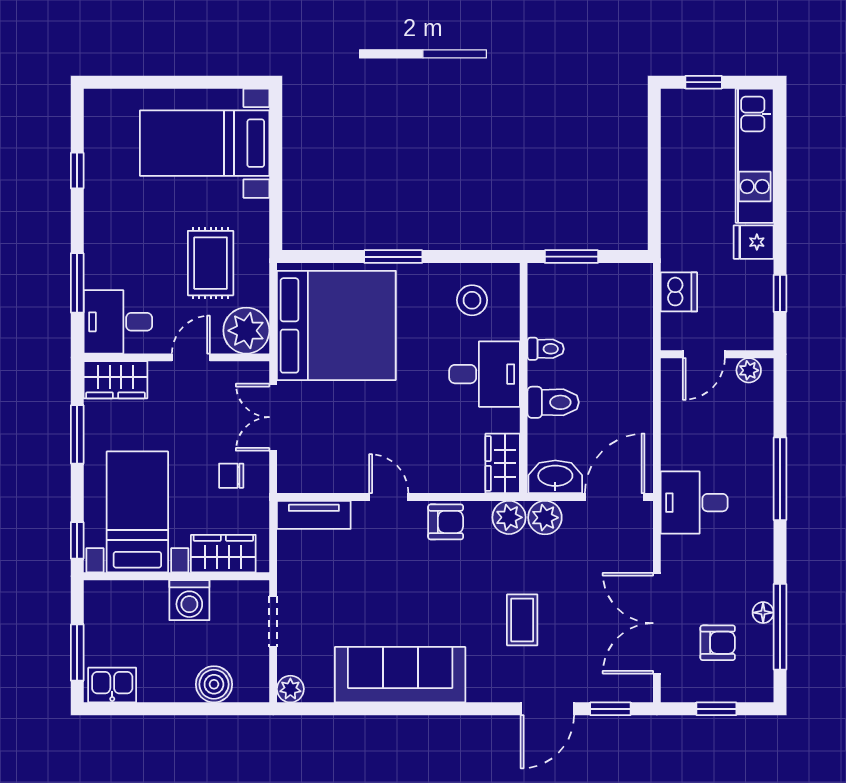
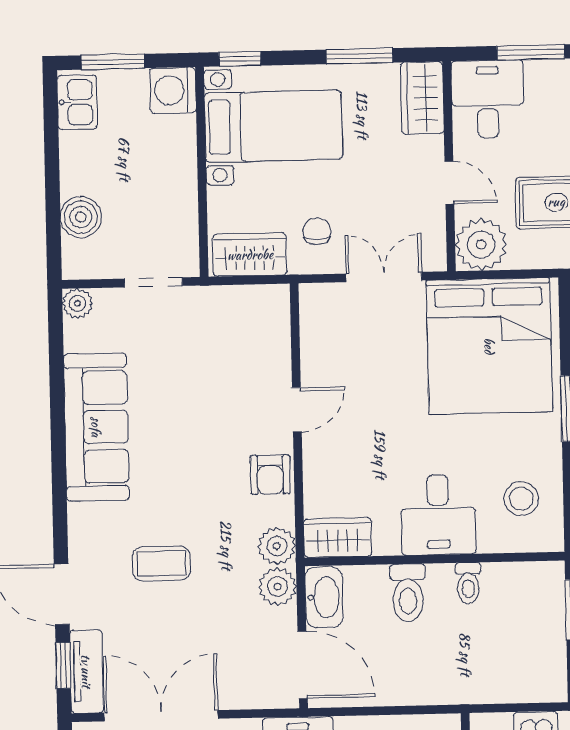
tv unit: (314, 515) -> (86, 671), moved, turned 180
wardrobe: (223, 554) -> (250, 255), moved, turned -90
washing machine: (189, 600) -> (173, 90), moved

